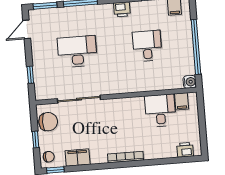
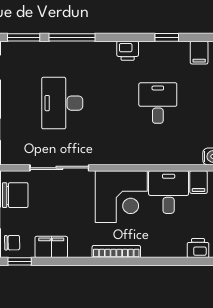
desk: (77, 52) -> (62, 103), turned -90
corner desk: (126, 117) -> (121, 197), added

